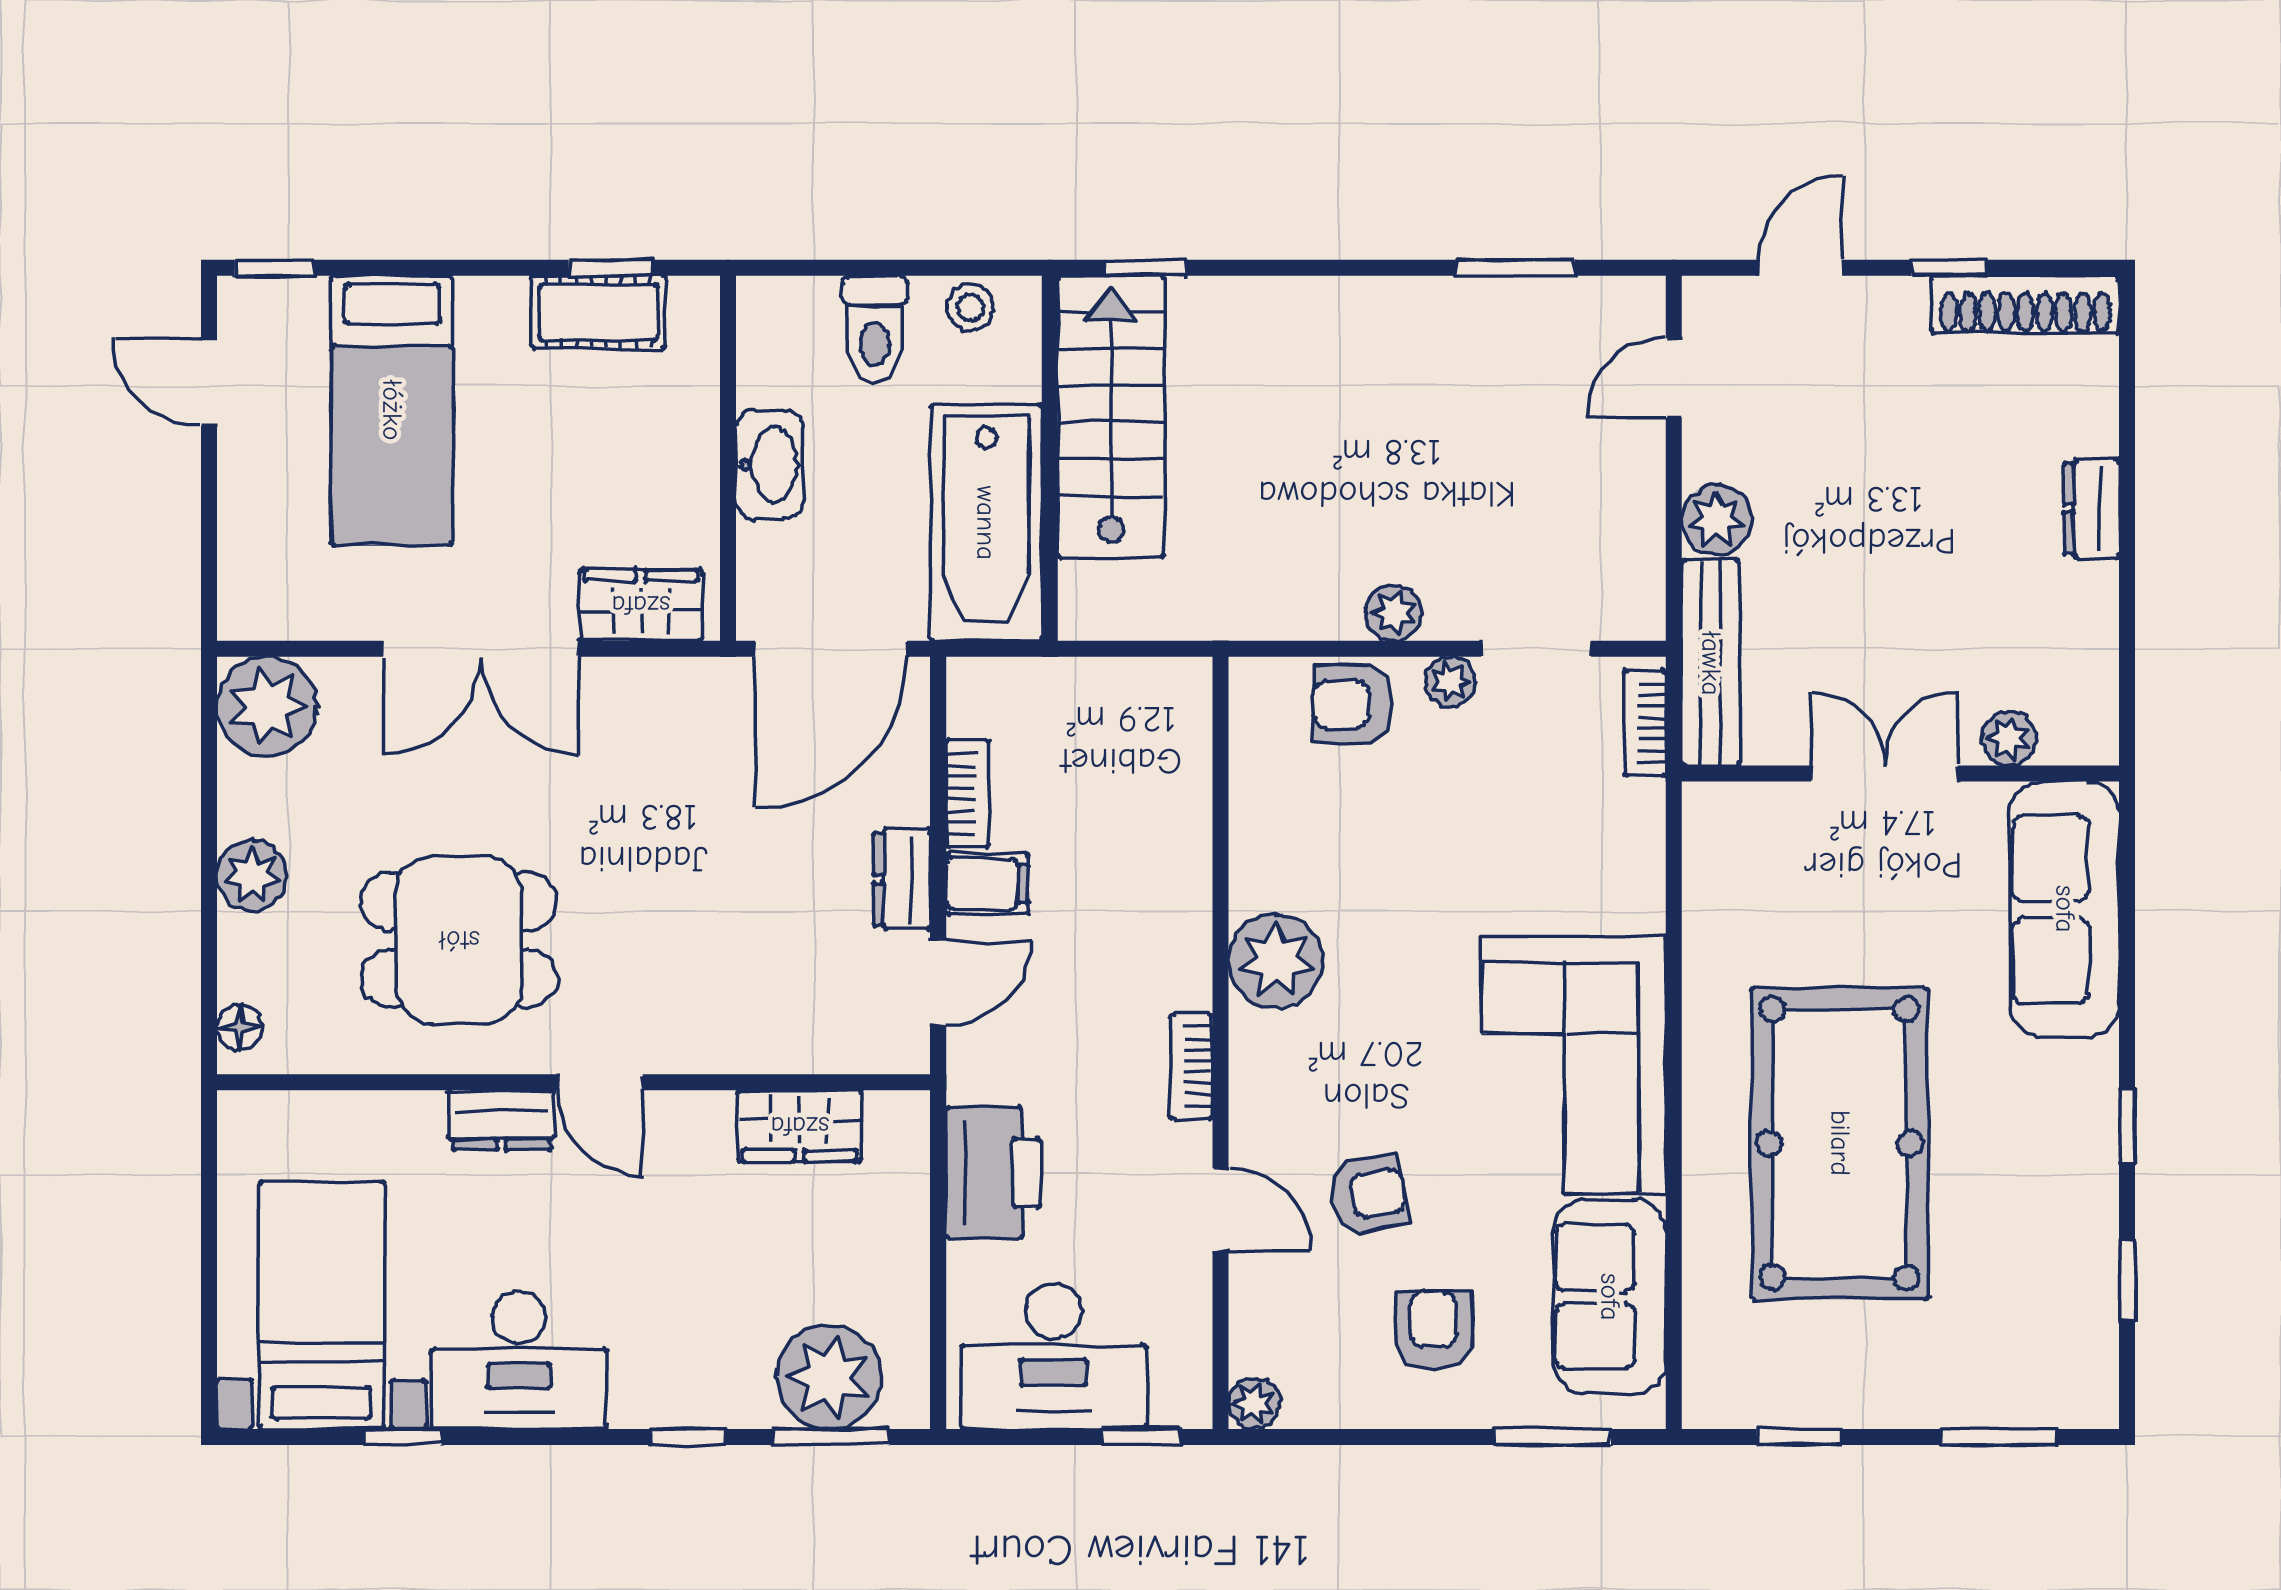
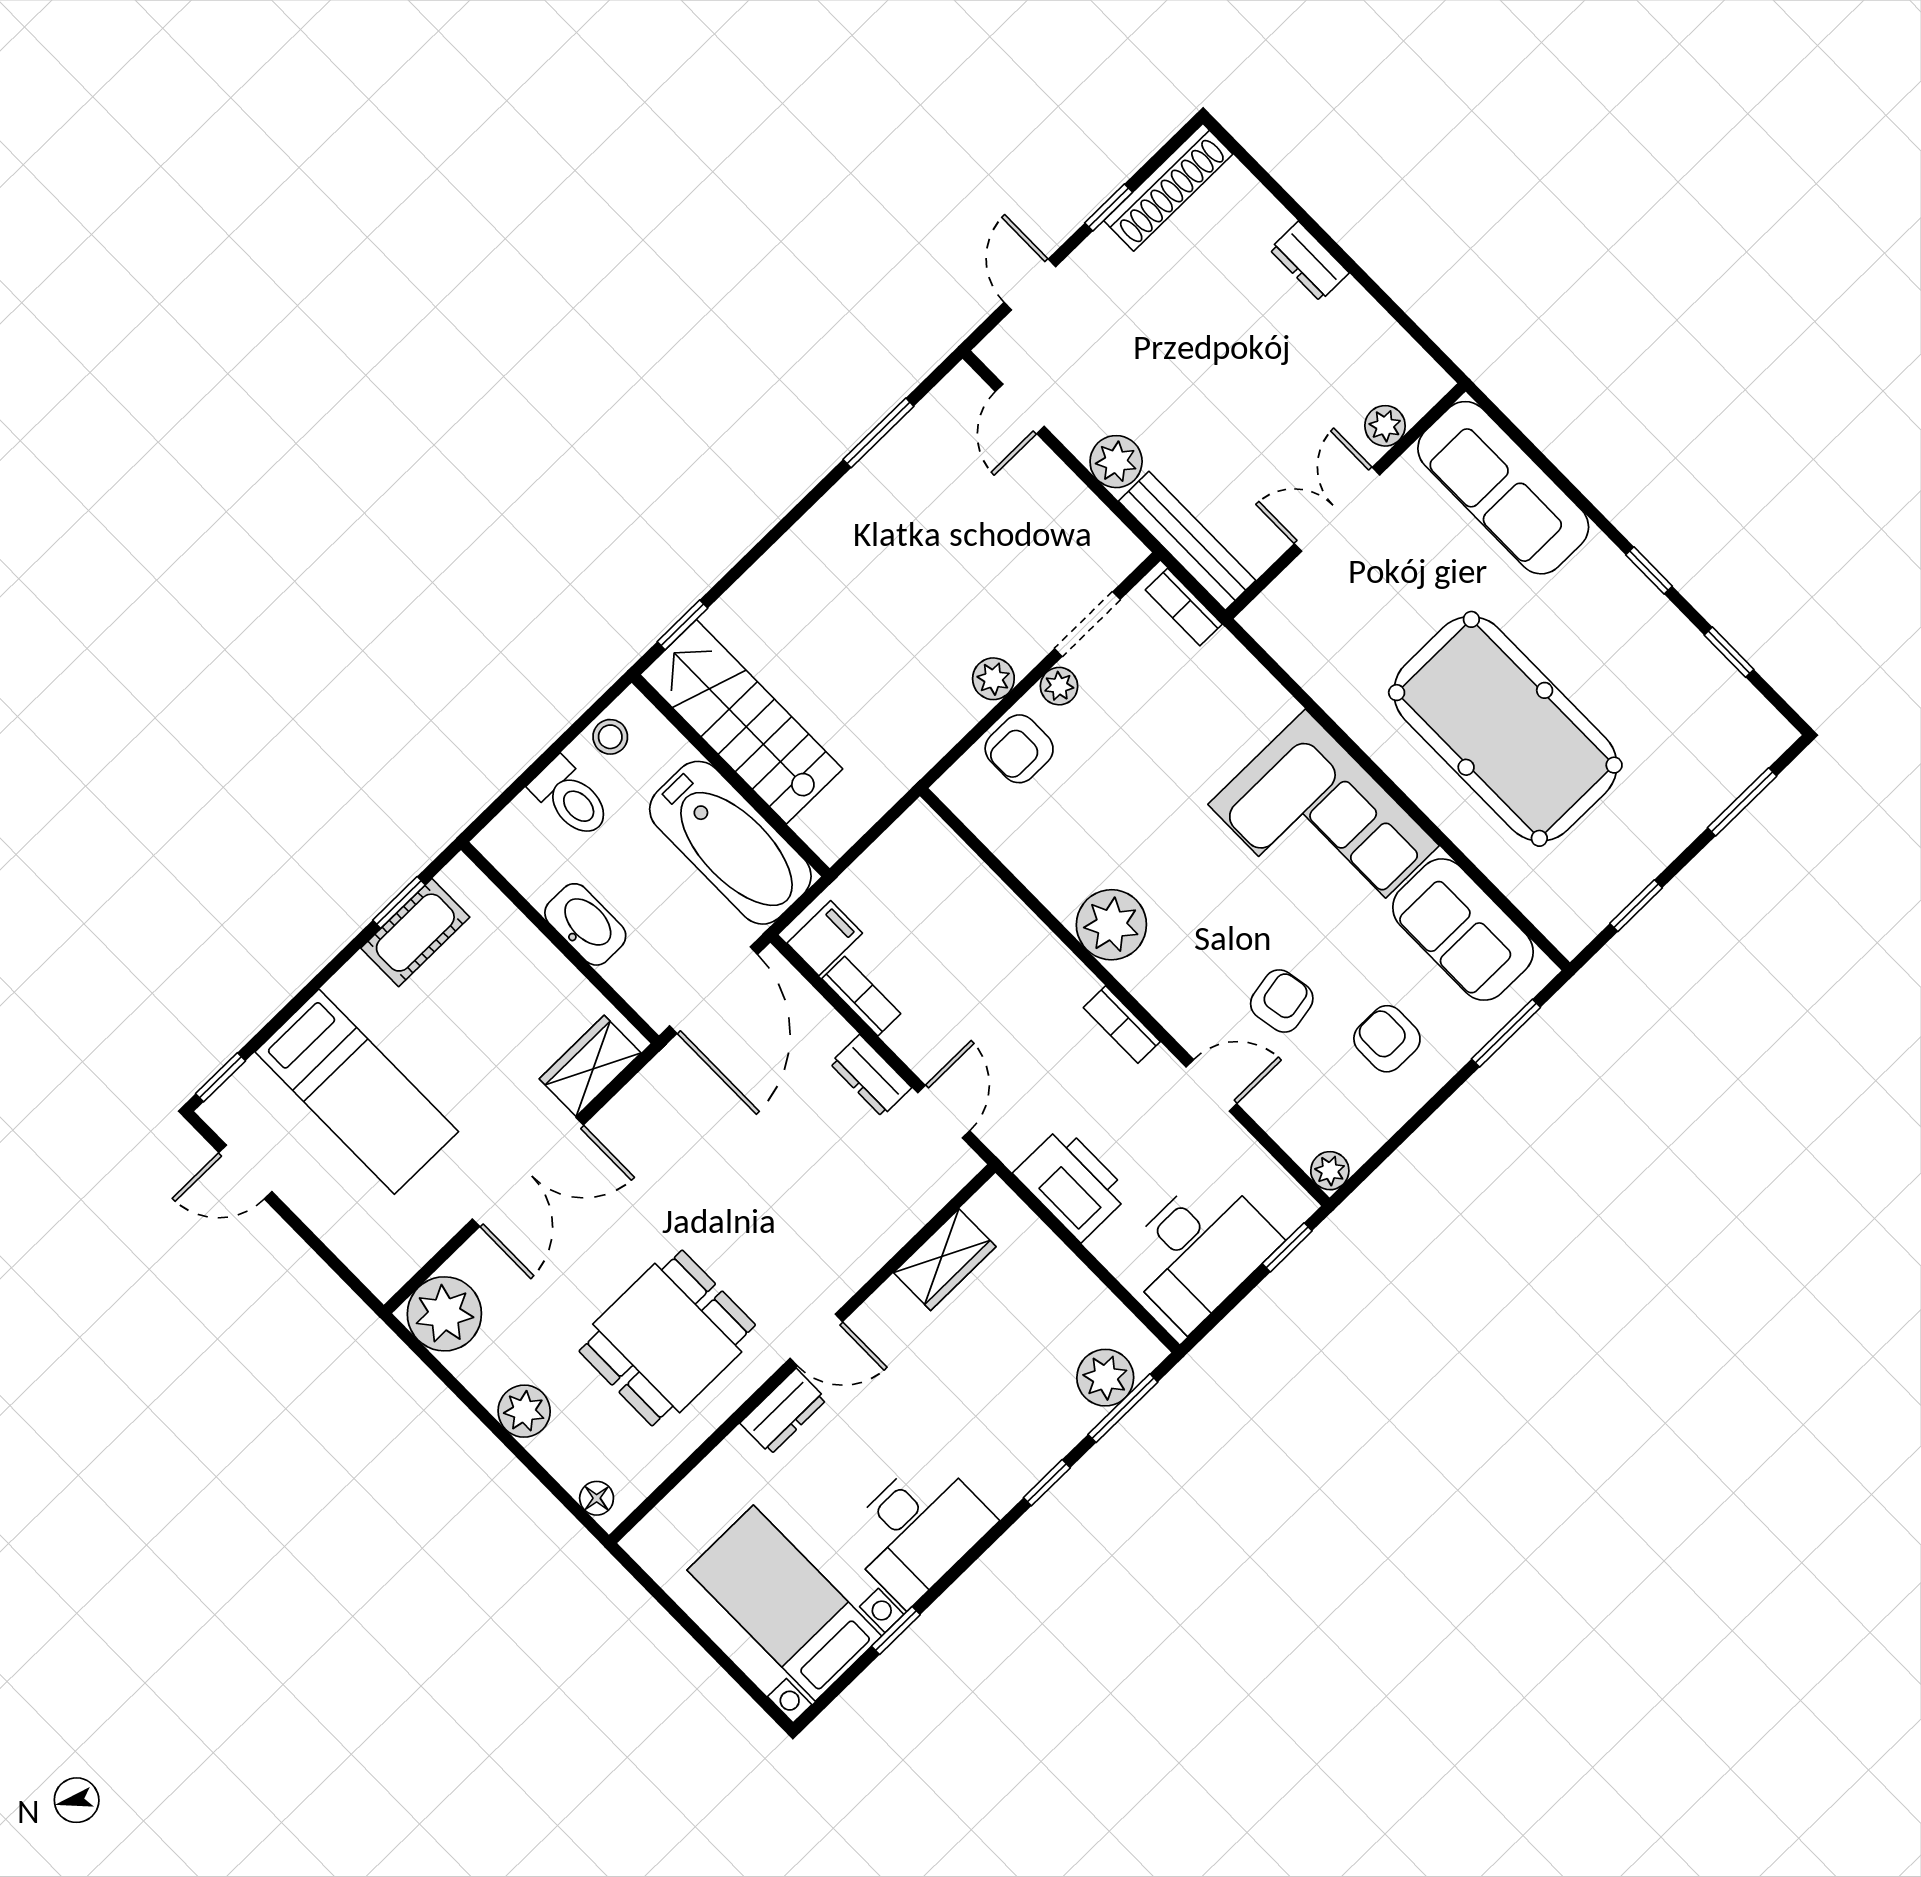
filing cabinet: (987, 884) -> (825, 938), moved
plant: (829, 1377) -> (1105, 1378), width x0.73, depth x0.73

